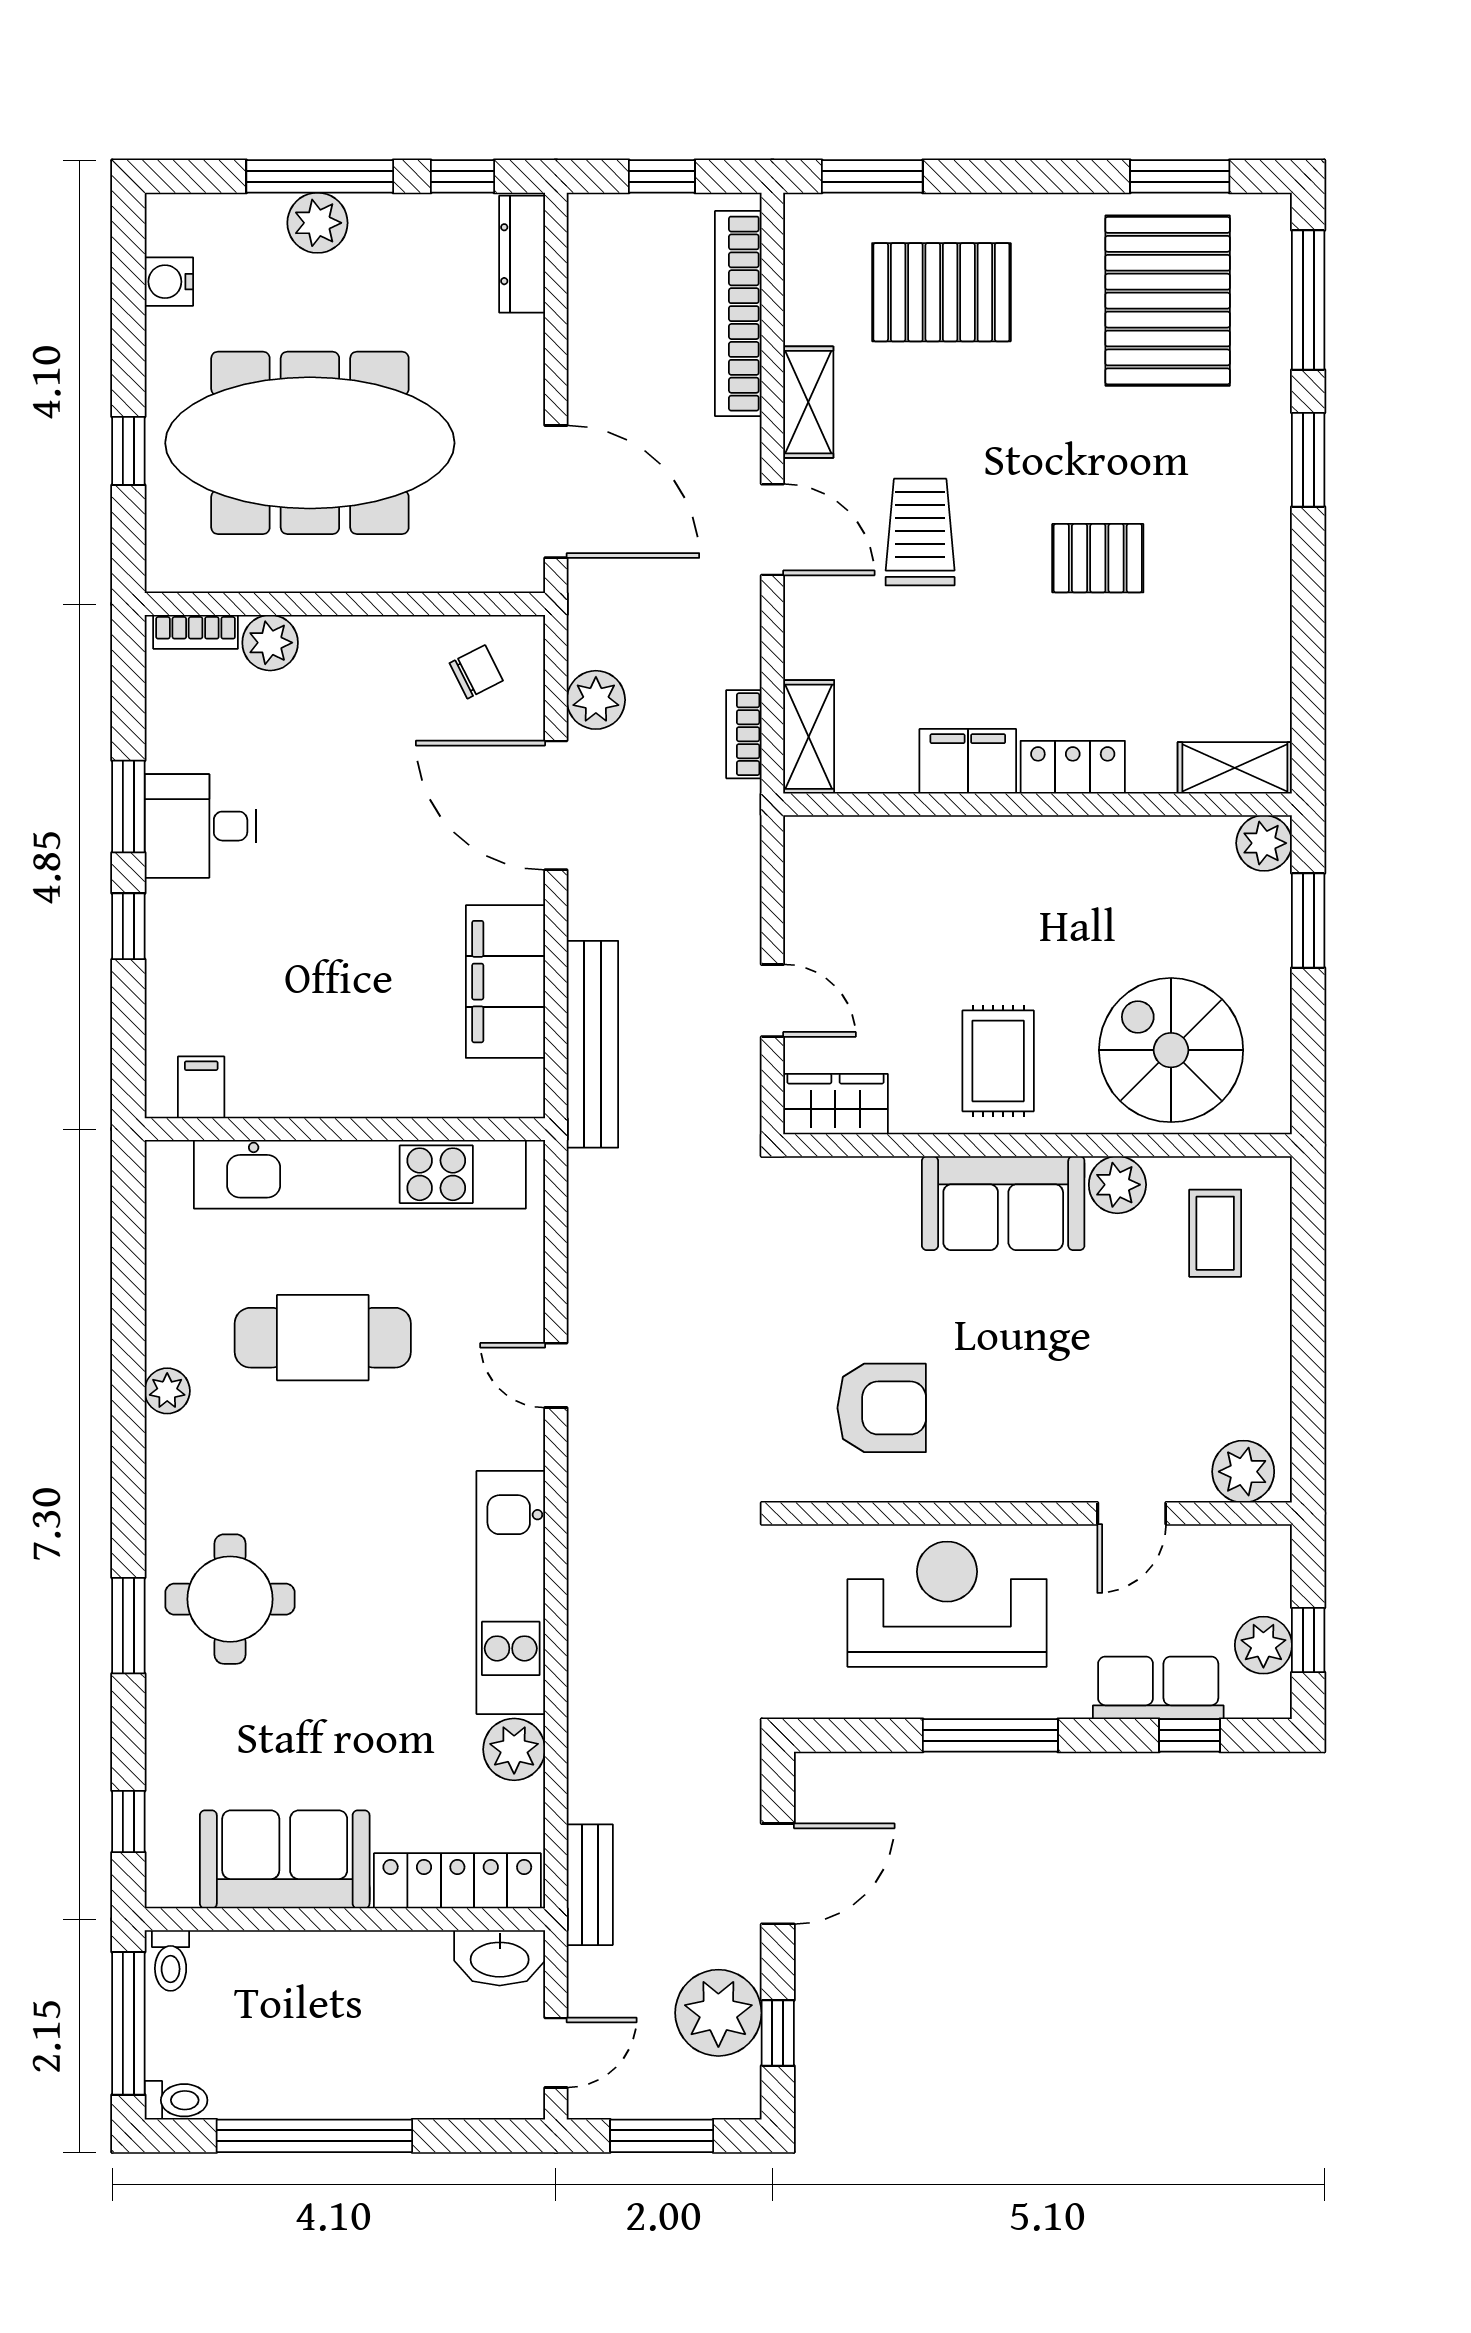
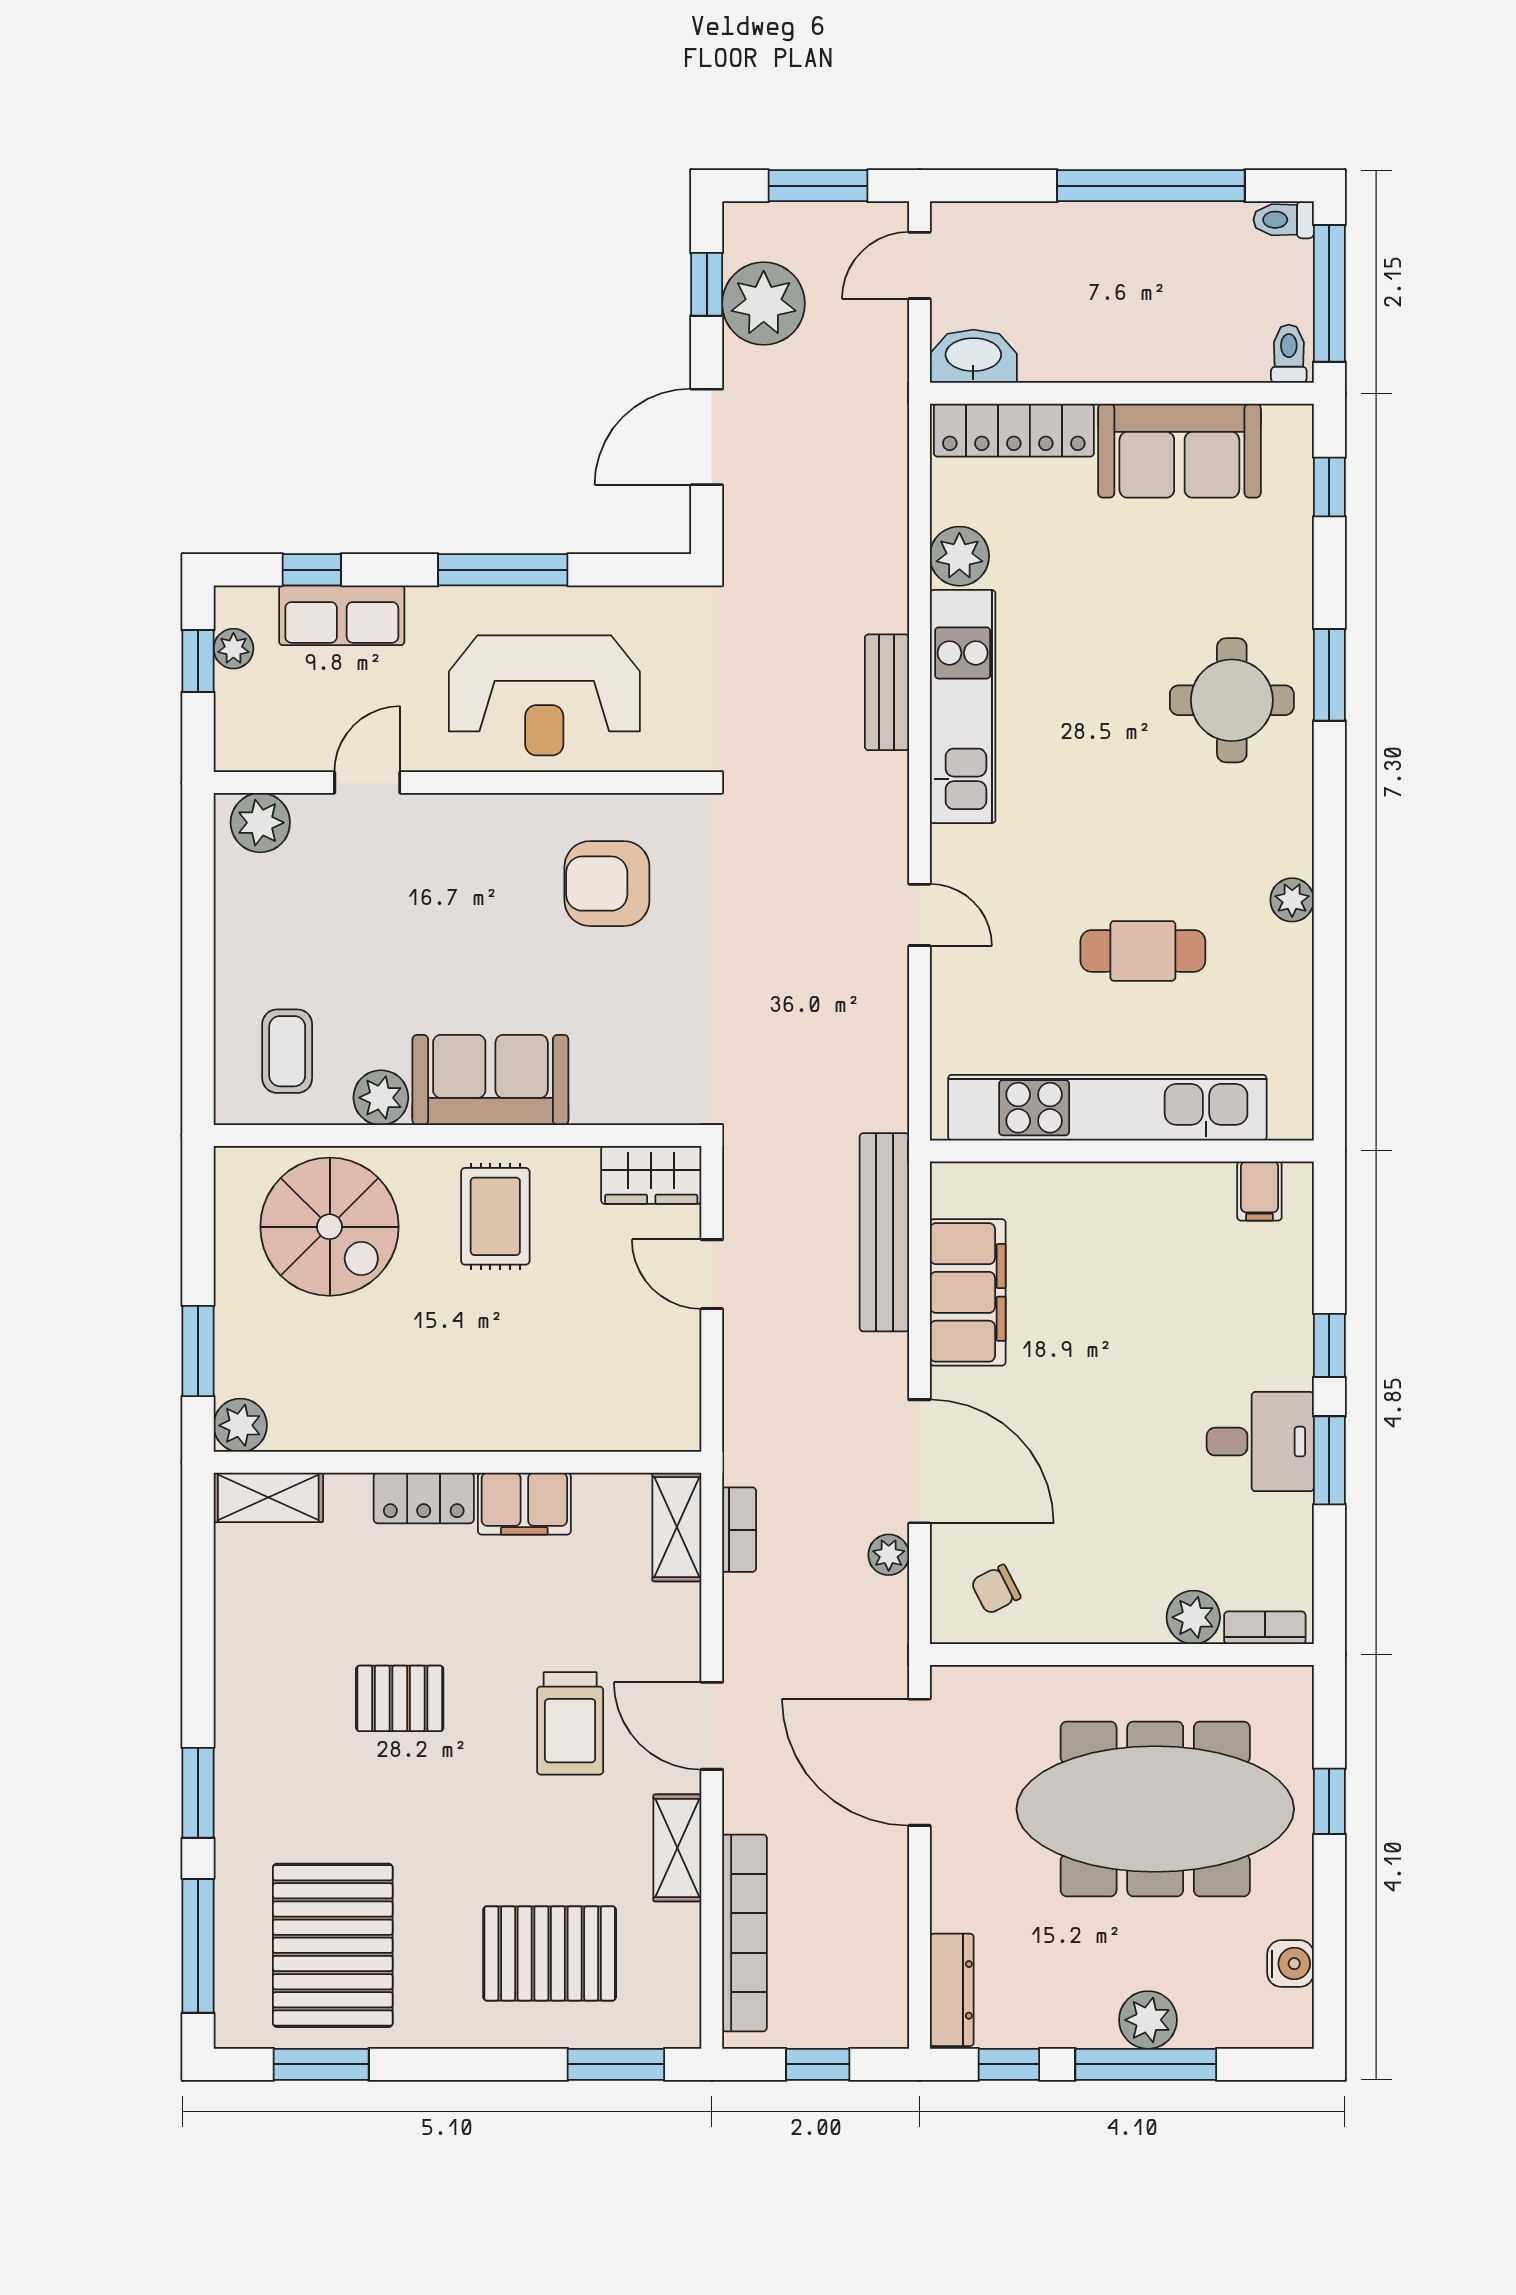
plant: (596, 700) -> (889, 1555), width x0.73, depth x0.73
cafe table: (323, 1338) -> (1143, 951), width x0.73, depth x0.74
plant: (1263, 1645) -> (233, 649), width x0.73, depth x0.73
bench: (590, 1885) -> (887, 692), moved

